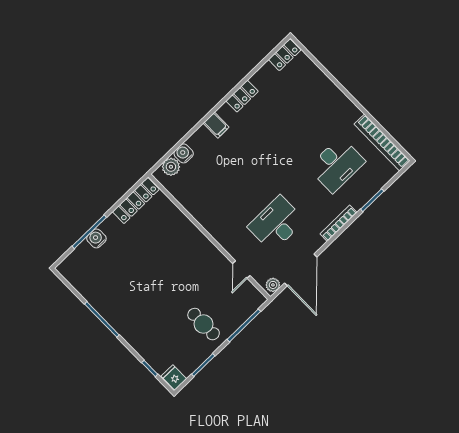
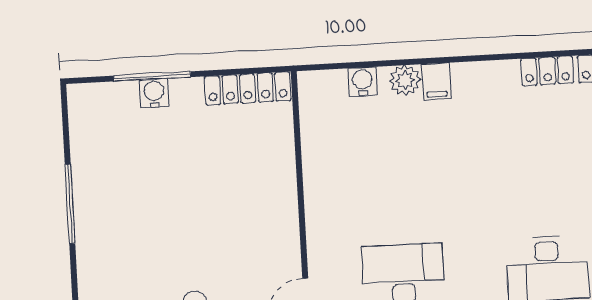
locker: (242, 96) -> (547, 71), moved
plant: (171, 167) -> (405, 80), moved

